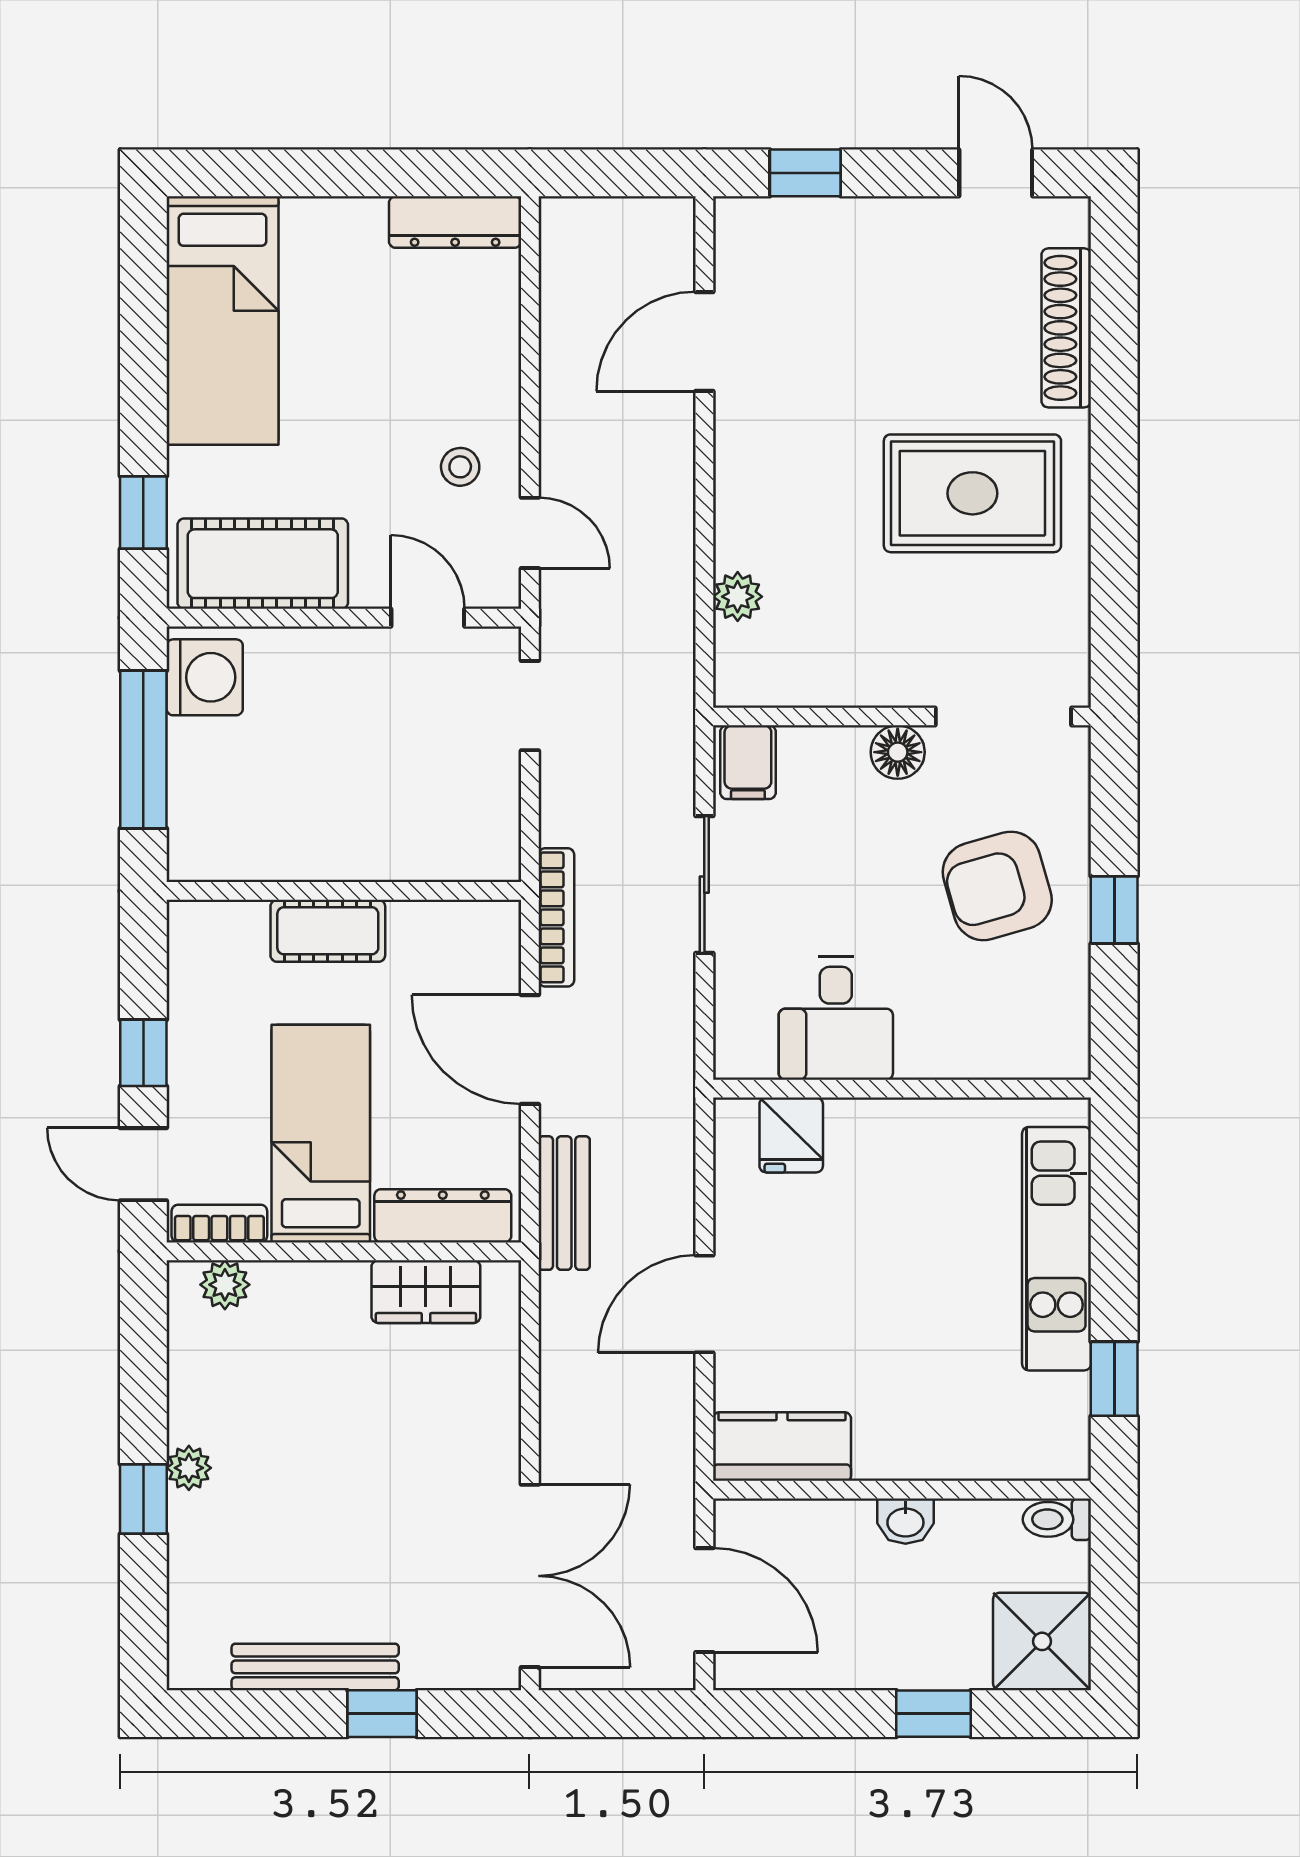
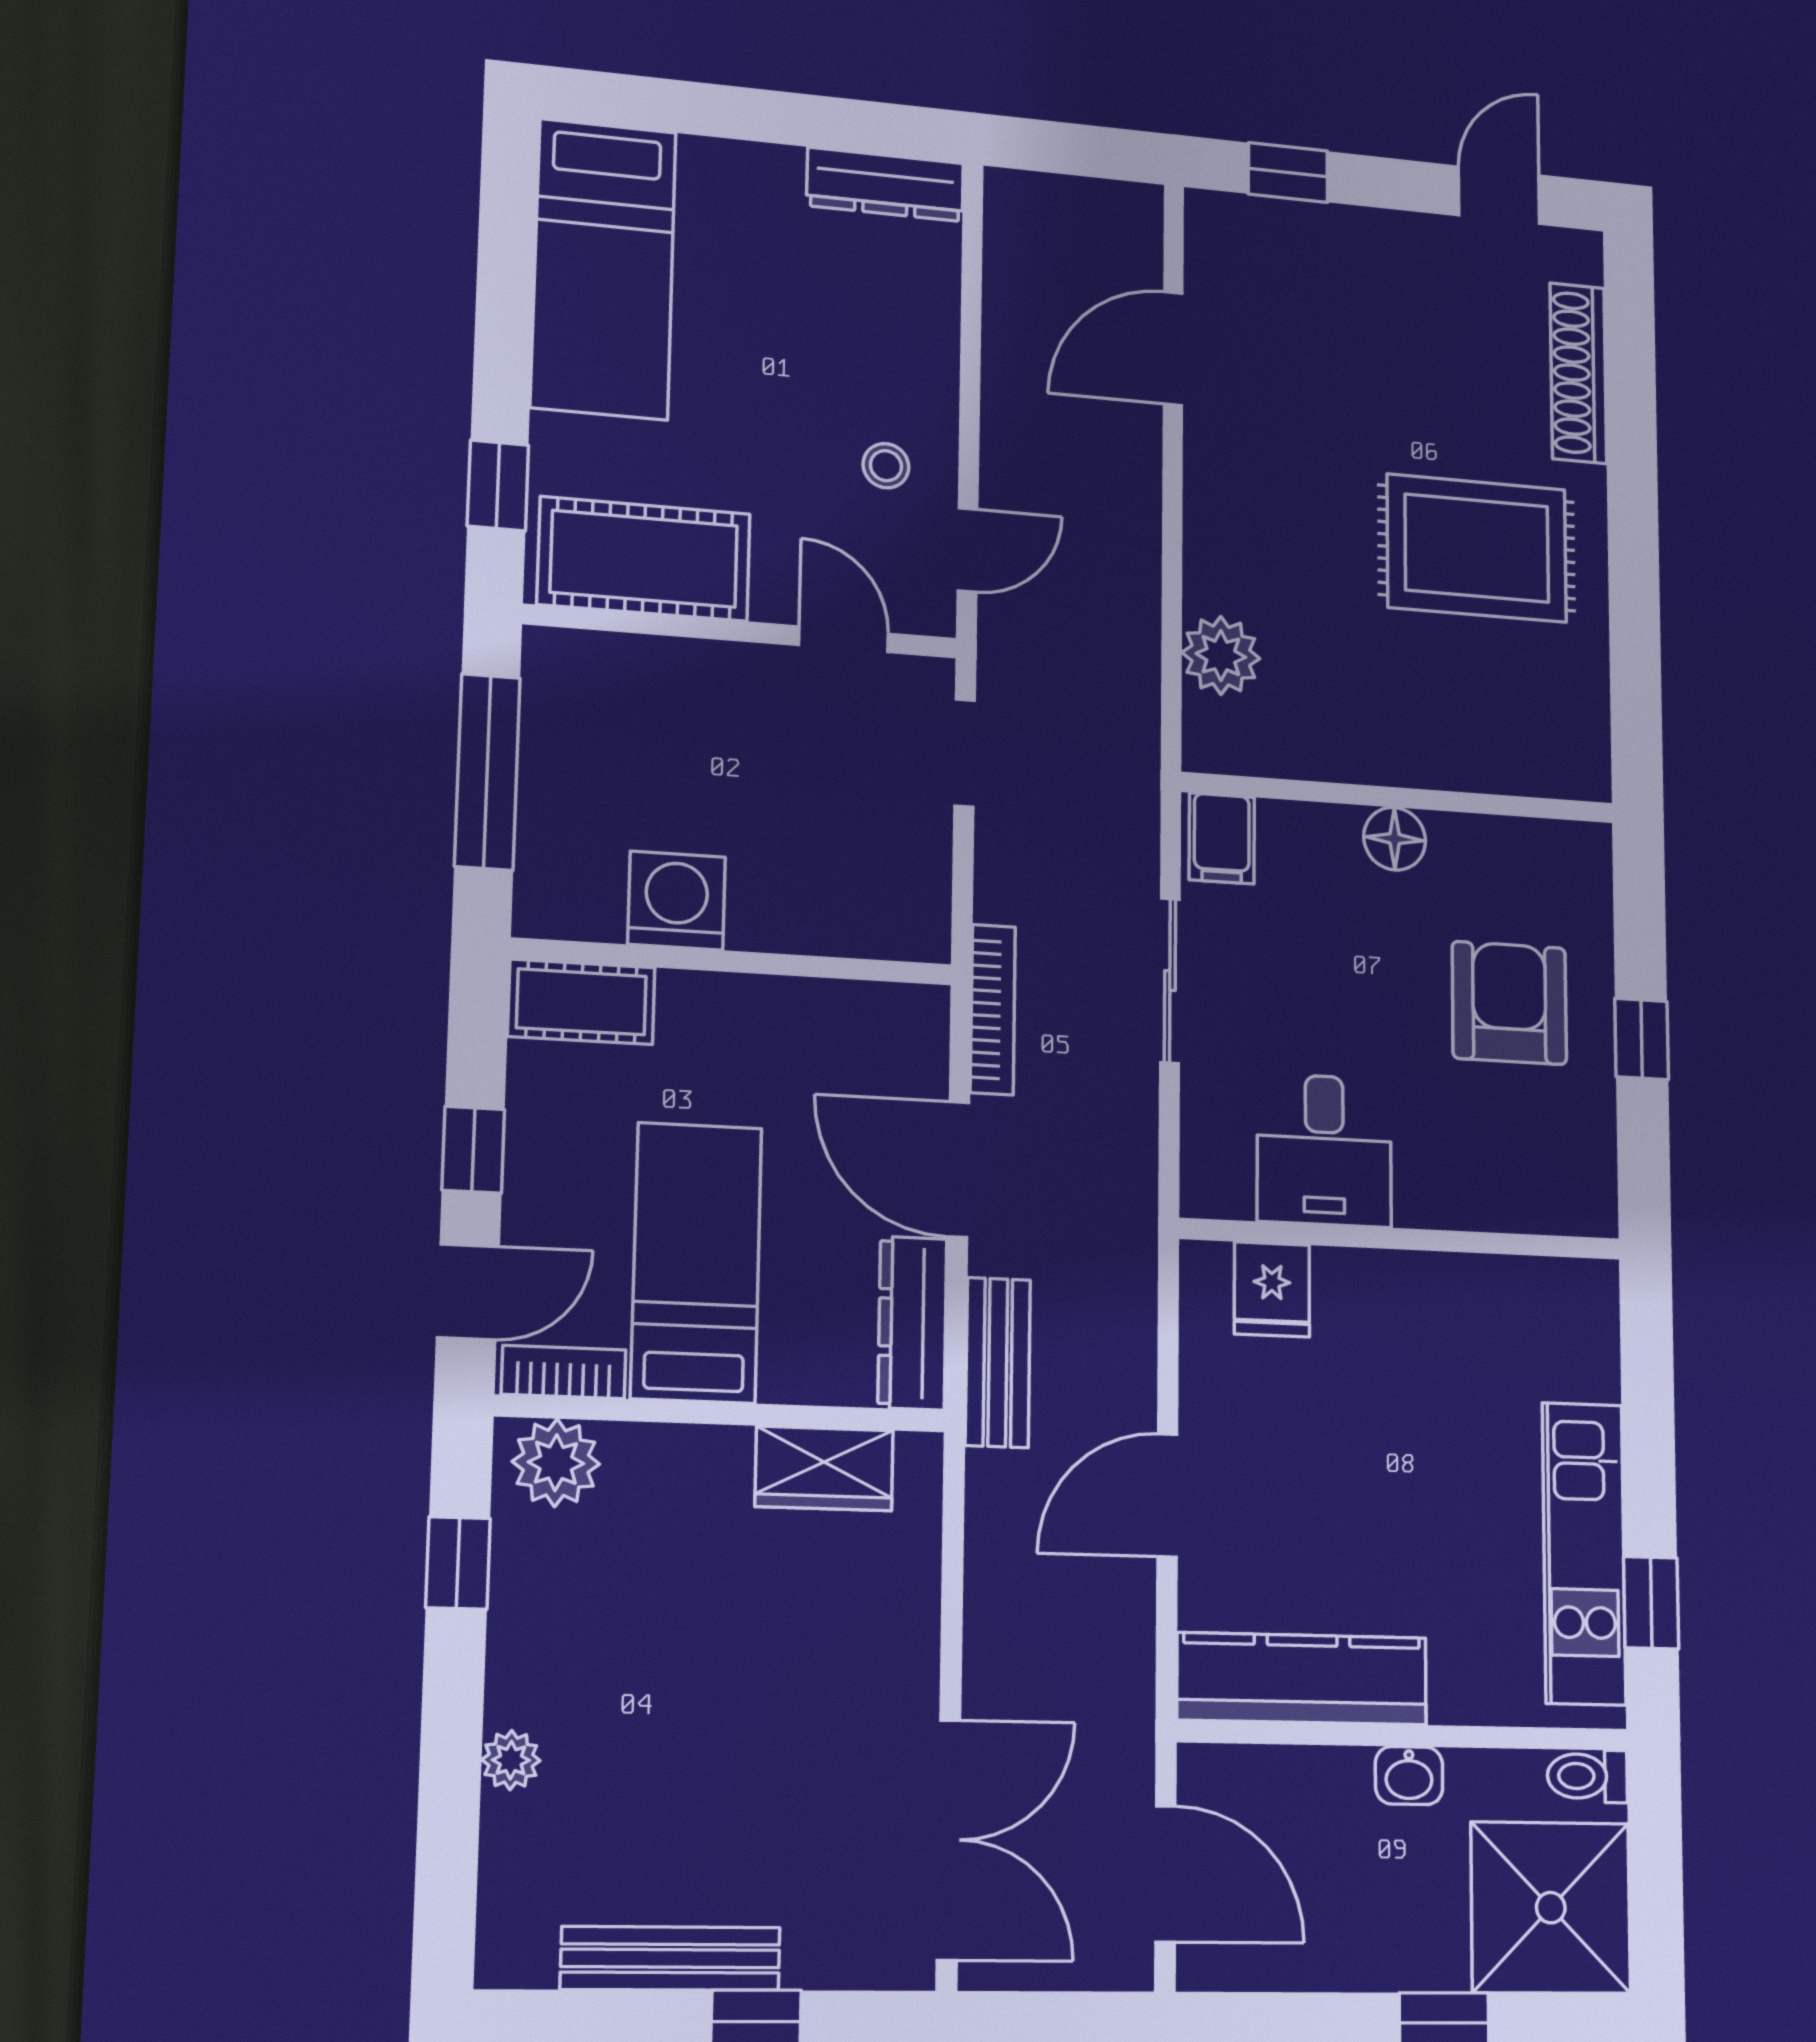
door: (996, 173) -> (1499, 195), hinge flipped
door: (530, 533) -> (968, 550), hinge flipped
plant: (738, 597) -> (1221, 655), width x1.38, depth x1.38
washing machine: (205, 677) -> (677, 901), moved, turned -90
doorway: (1003, 717) -> (1514, 806), removed
armchair: (997, 886) -> (1509, 1003), turned 106
cot: (328, 931) -> (581, 1002), moved
door: (143, 1164) -> (468, 1292), swing flipped
dresser: (443, 1216) -> (912, 1323), moved, turned -90
kitchen unit: (1057, 1249) -> (1584, 1553), moved
plant: (225, 1285) -> (556, 1463), width x1.38, depth x1.38
kitchen counter: (782, 1446) -> (1302, 1679), width x1.50
plant: (189, 1468) -> (511, 1760), moved
window: (143, 1499) -> (458, 1563), moved
shower: (1042, 1641) -> (1551, 1908), width x1.37, depth x1.37

